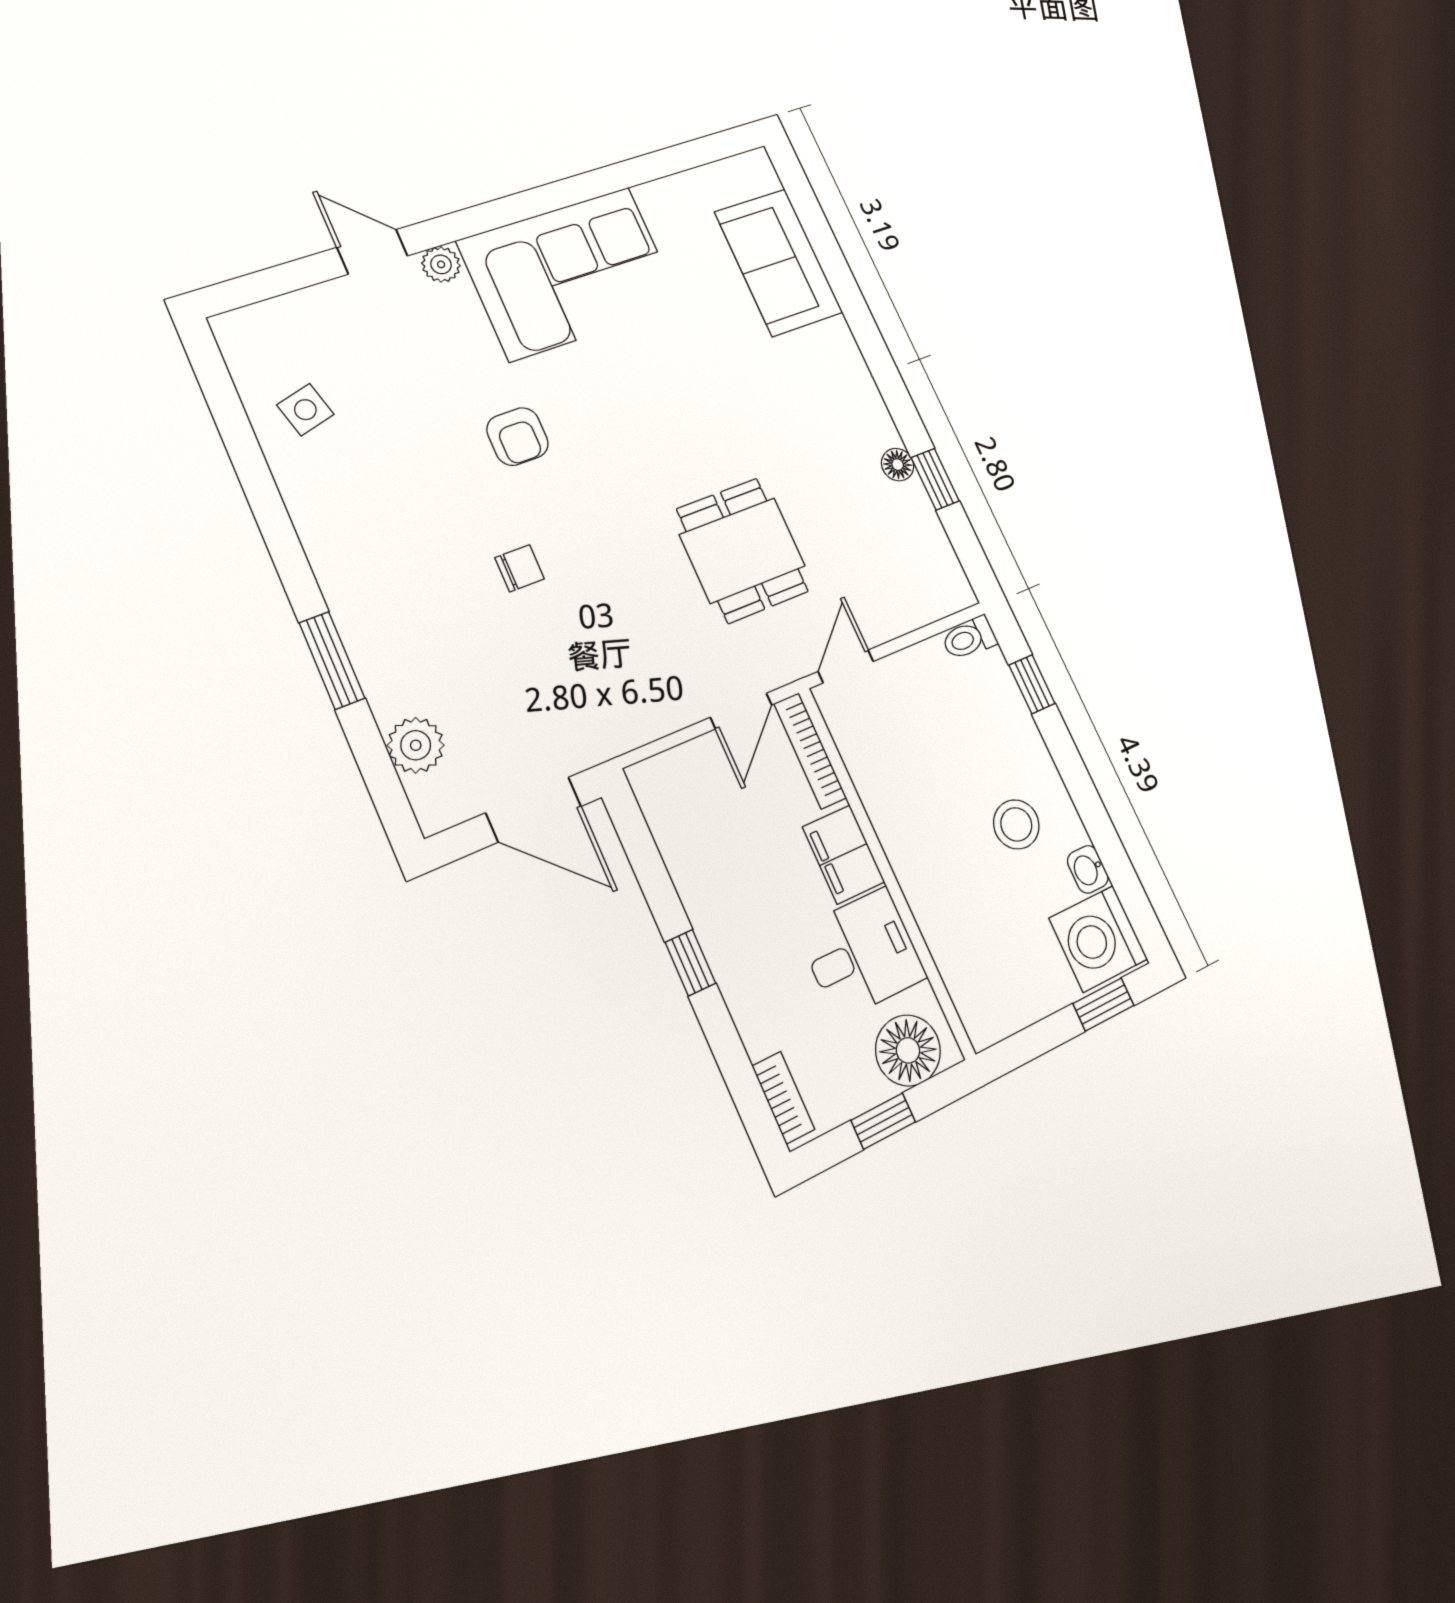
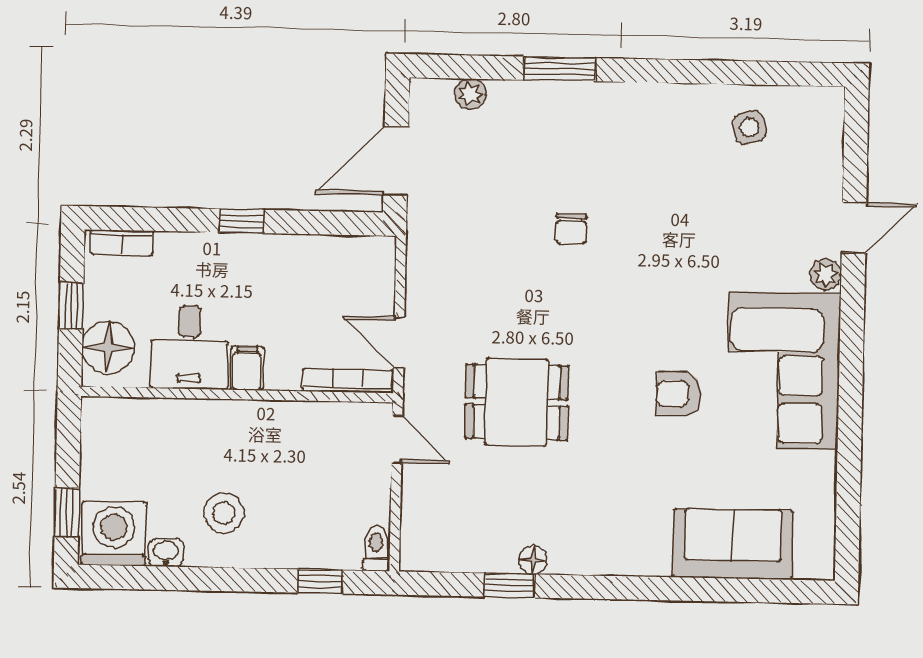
armchair: (518, 437) -> (678, 394), moved
plant: (416, 745) -> (470, 94), width x0.73, depth x0.73
filing cabinet: (844, 855) -> (247, 368), width x0.50

